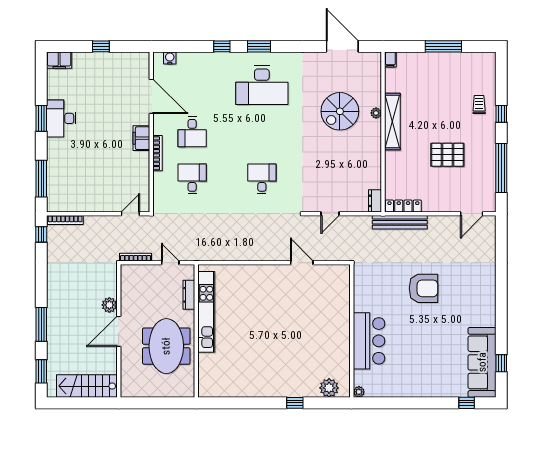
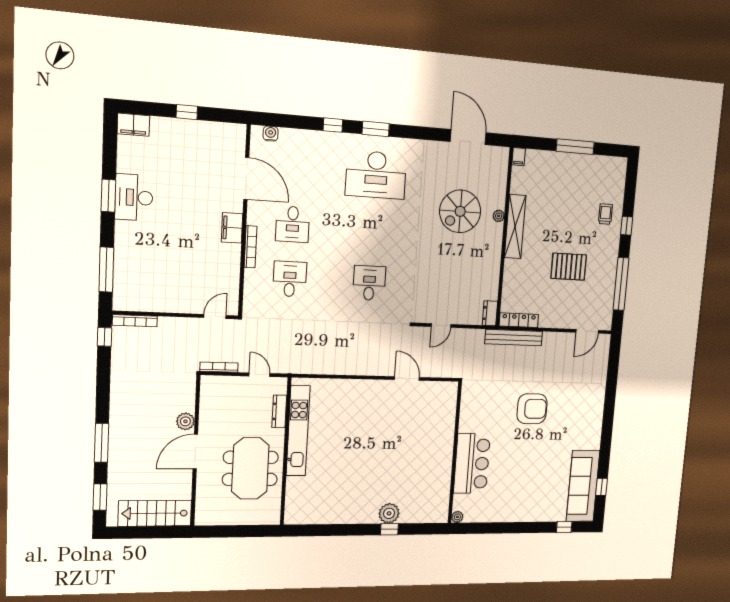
plant: (329, 388) -> (389, 513), moved

